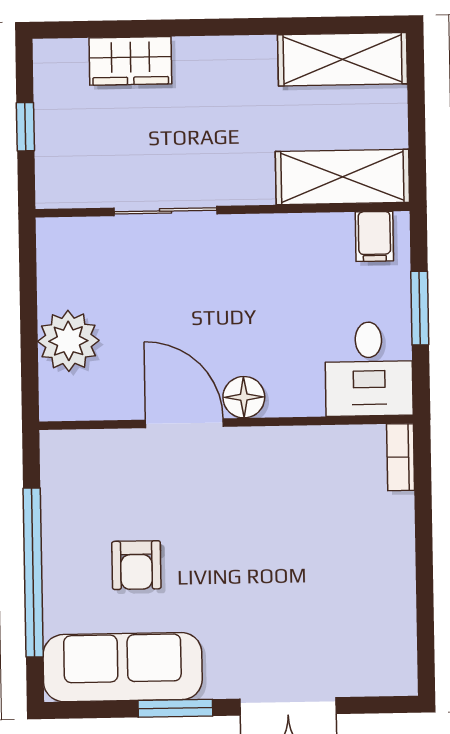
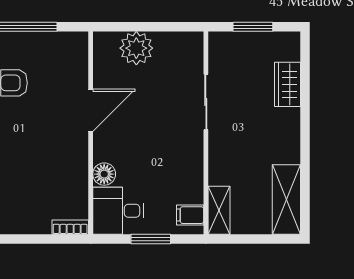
window: (25, 127) -> (253, 27), width x1.50
shelving: (342, 177) -> (219, 210), width x0.67, depth x0.75
floor lamp: (244, 397) -> (104, 174), moved

